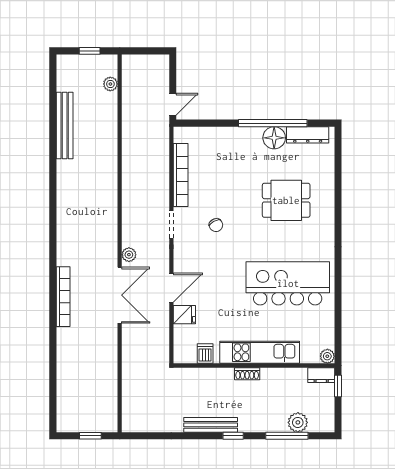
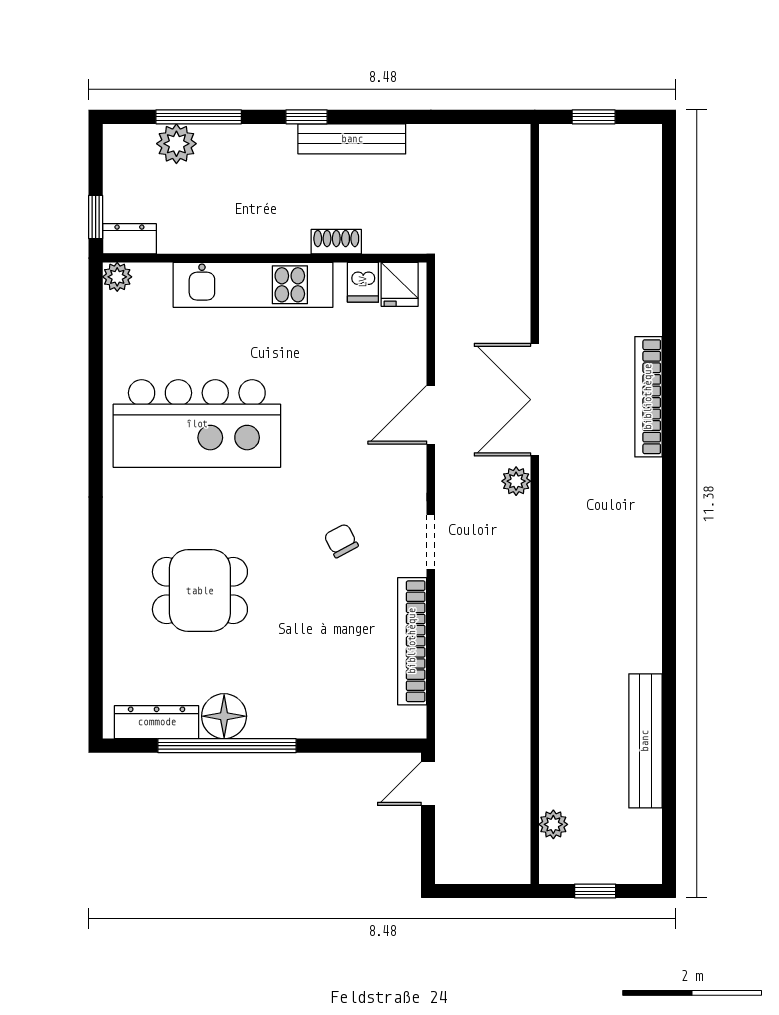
fridge: (184, 315) -> (400, 284), moved, turned -90
shoe rack: (247, 374) -> (336, 242), moved

